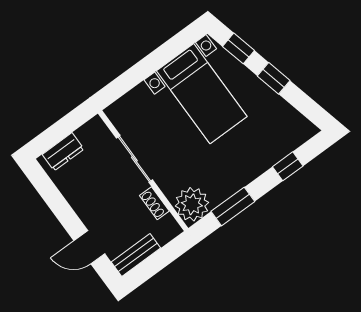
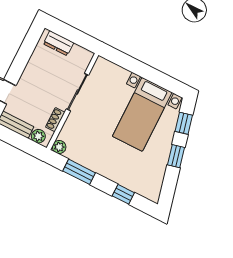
plant: (192, 204) -> (59, 147), width x0.53, depth x0.53
plant: (164, 234) -> (38, 136), added

